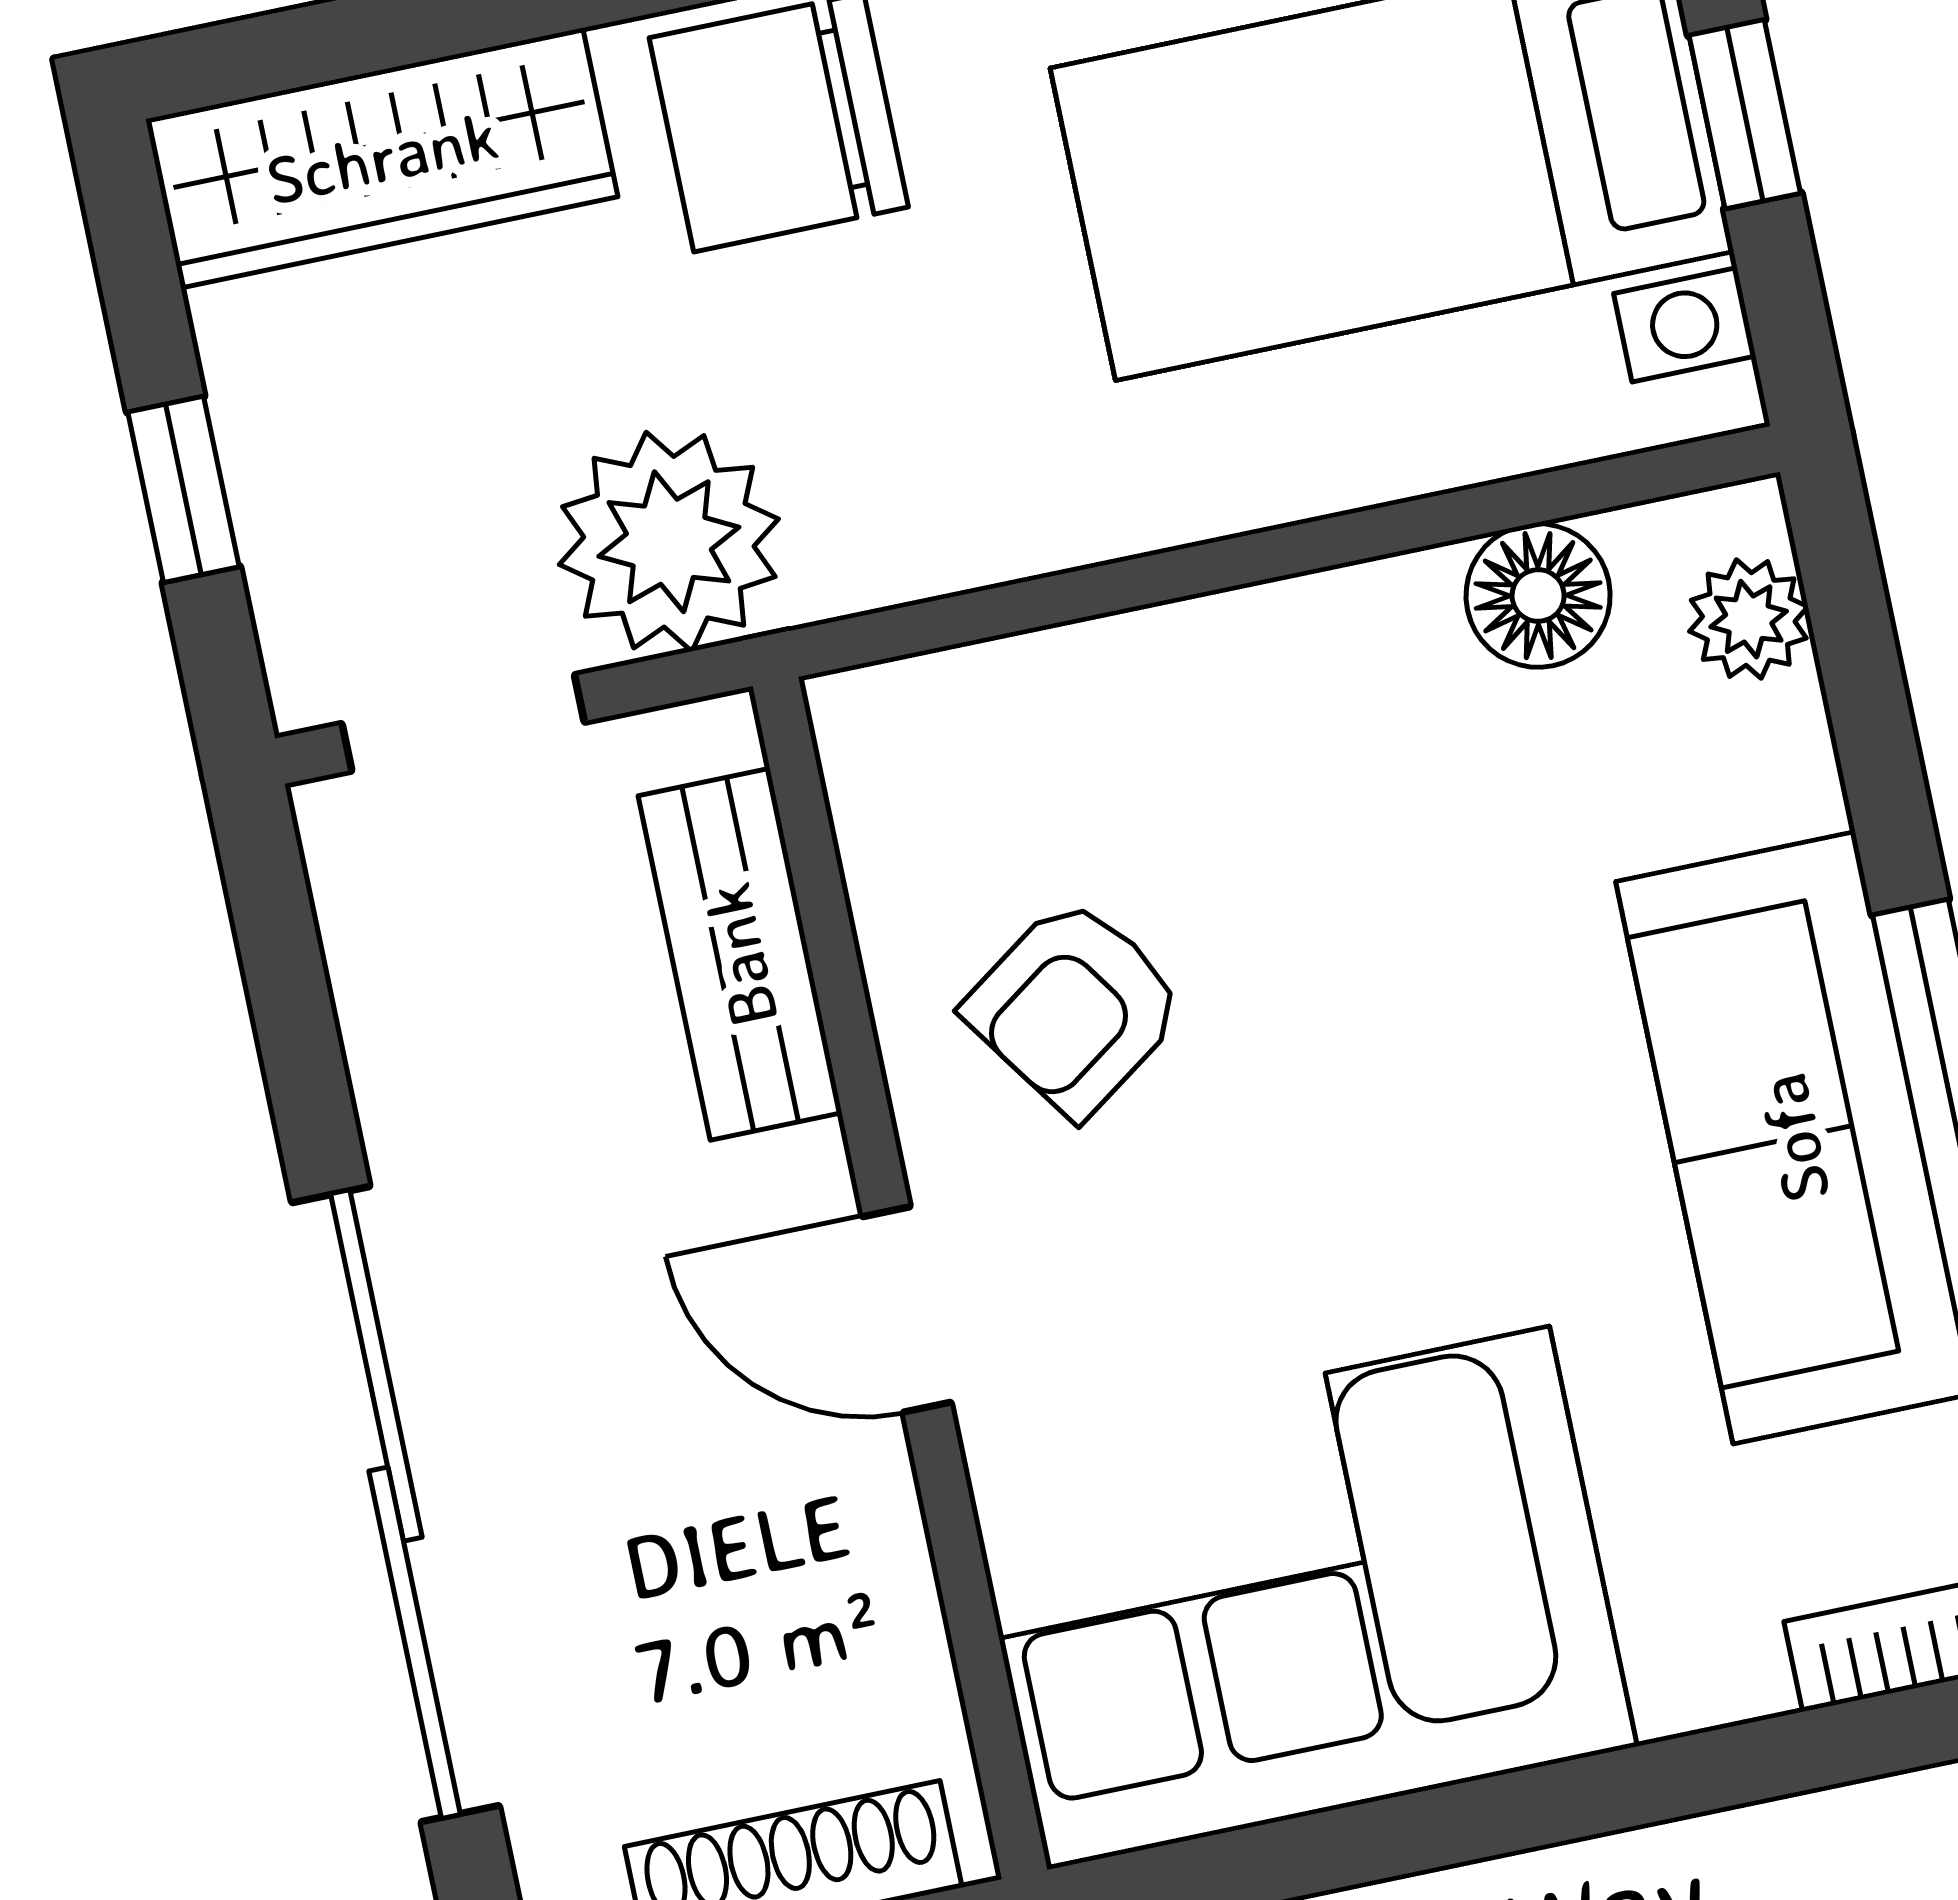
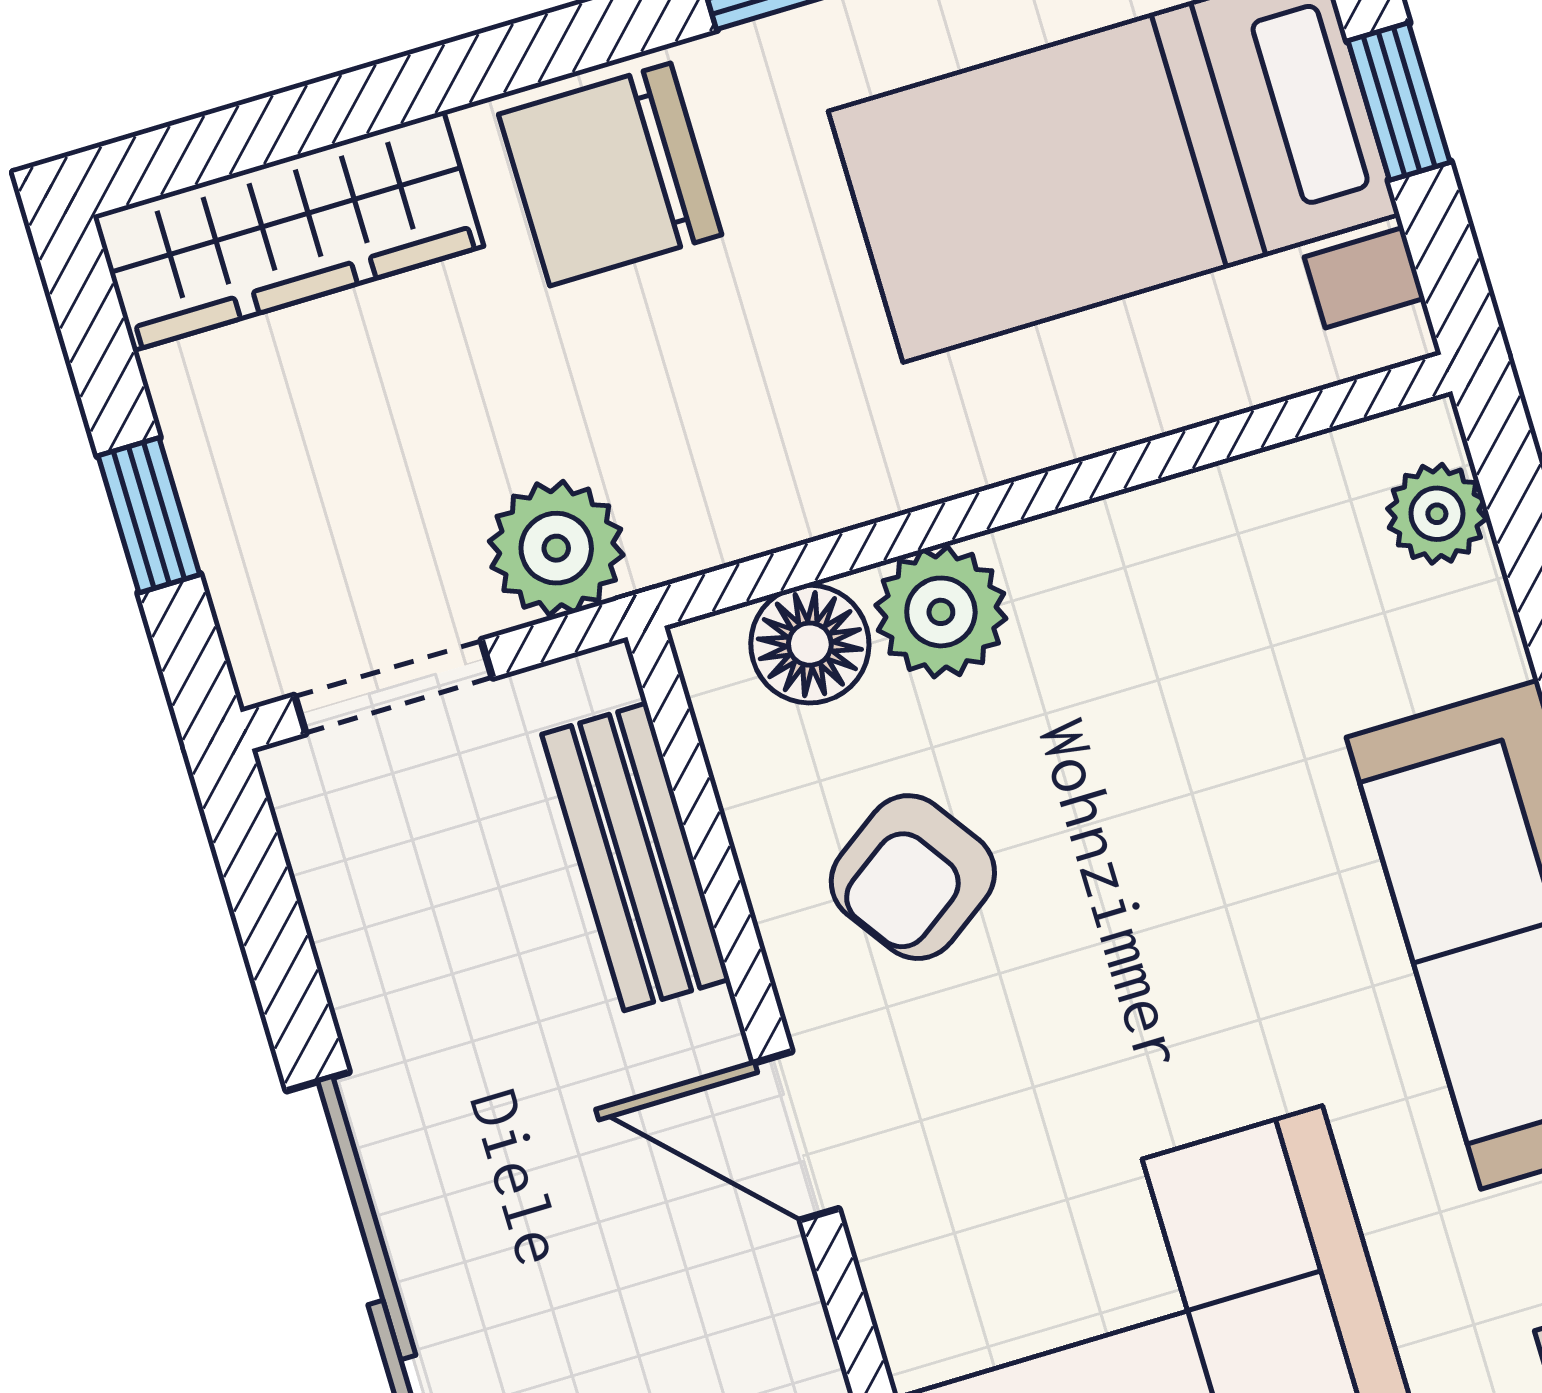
plant: (669, 542) -> (556, 548), width x0.73, depth x0.73
floor lamp: (1538, 596) -> (810, 644), moved
plant: (1136, 688) -> (941, 612), added

